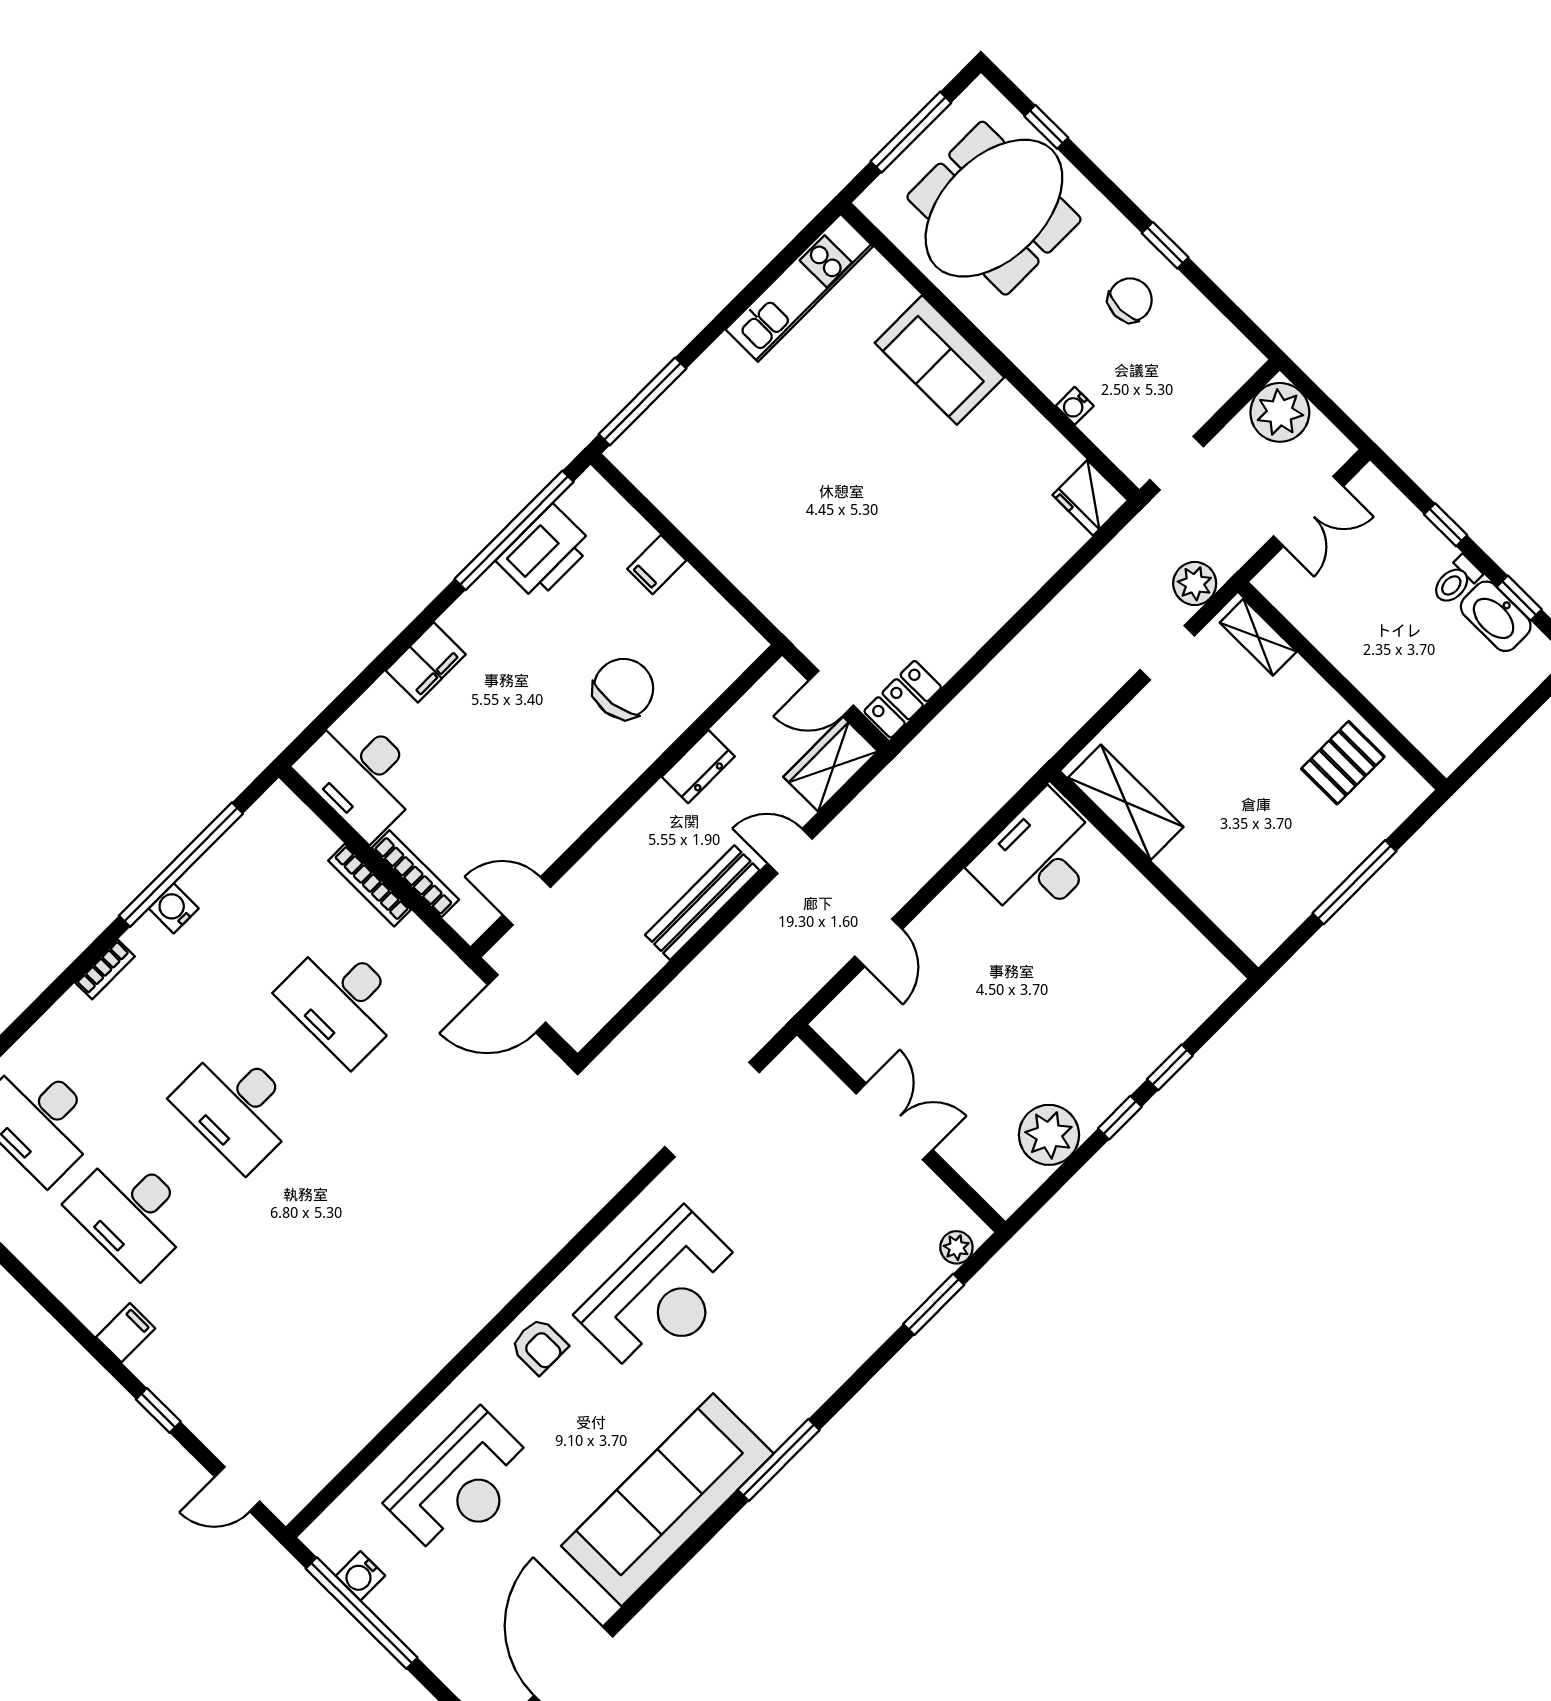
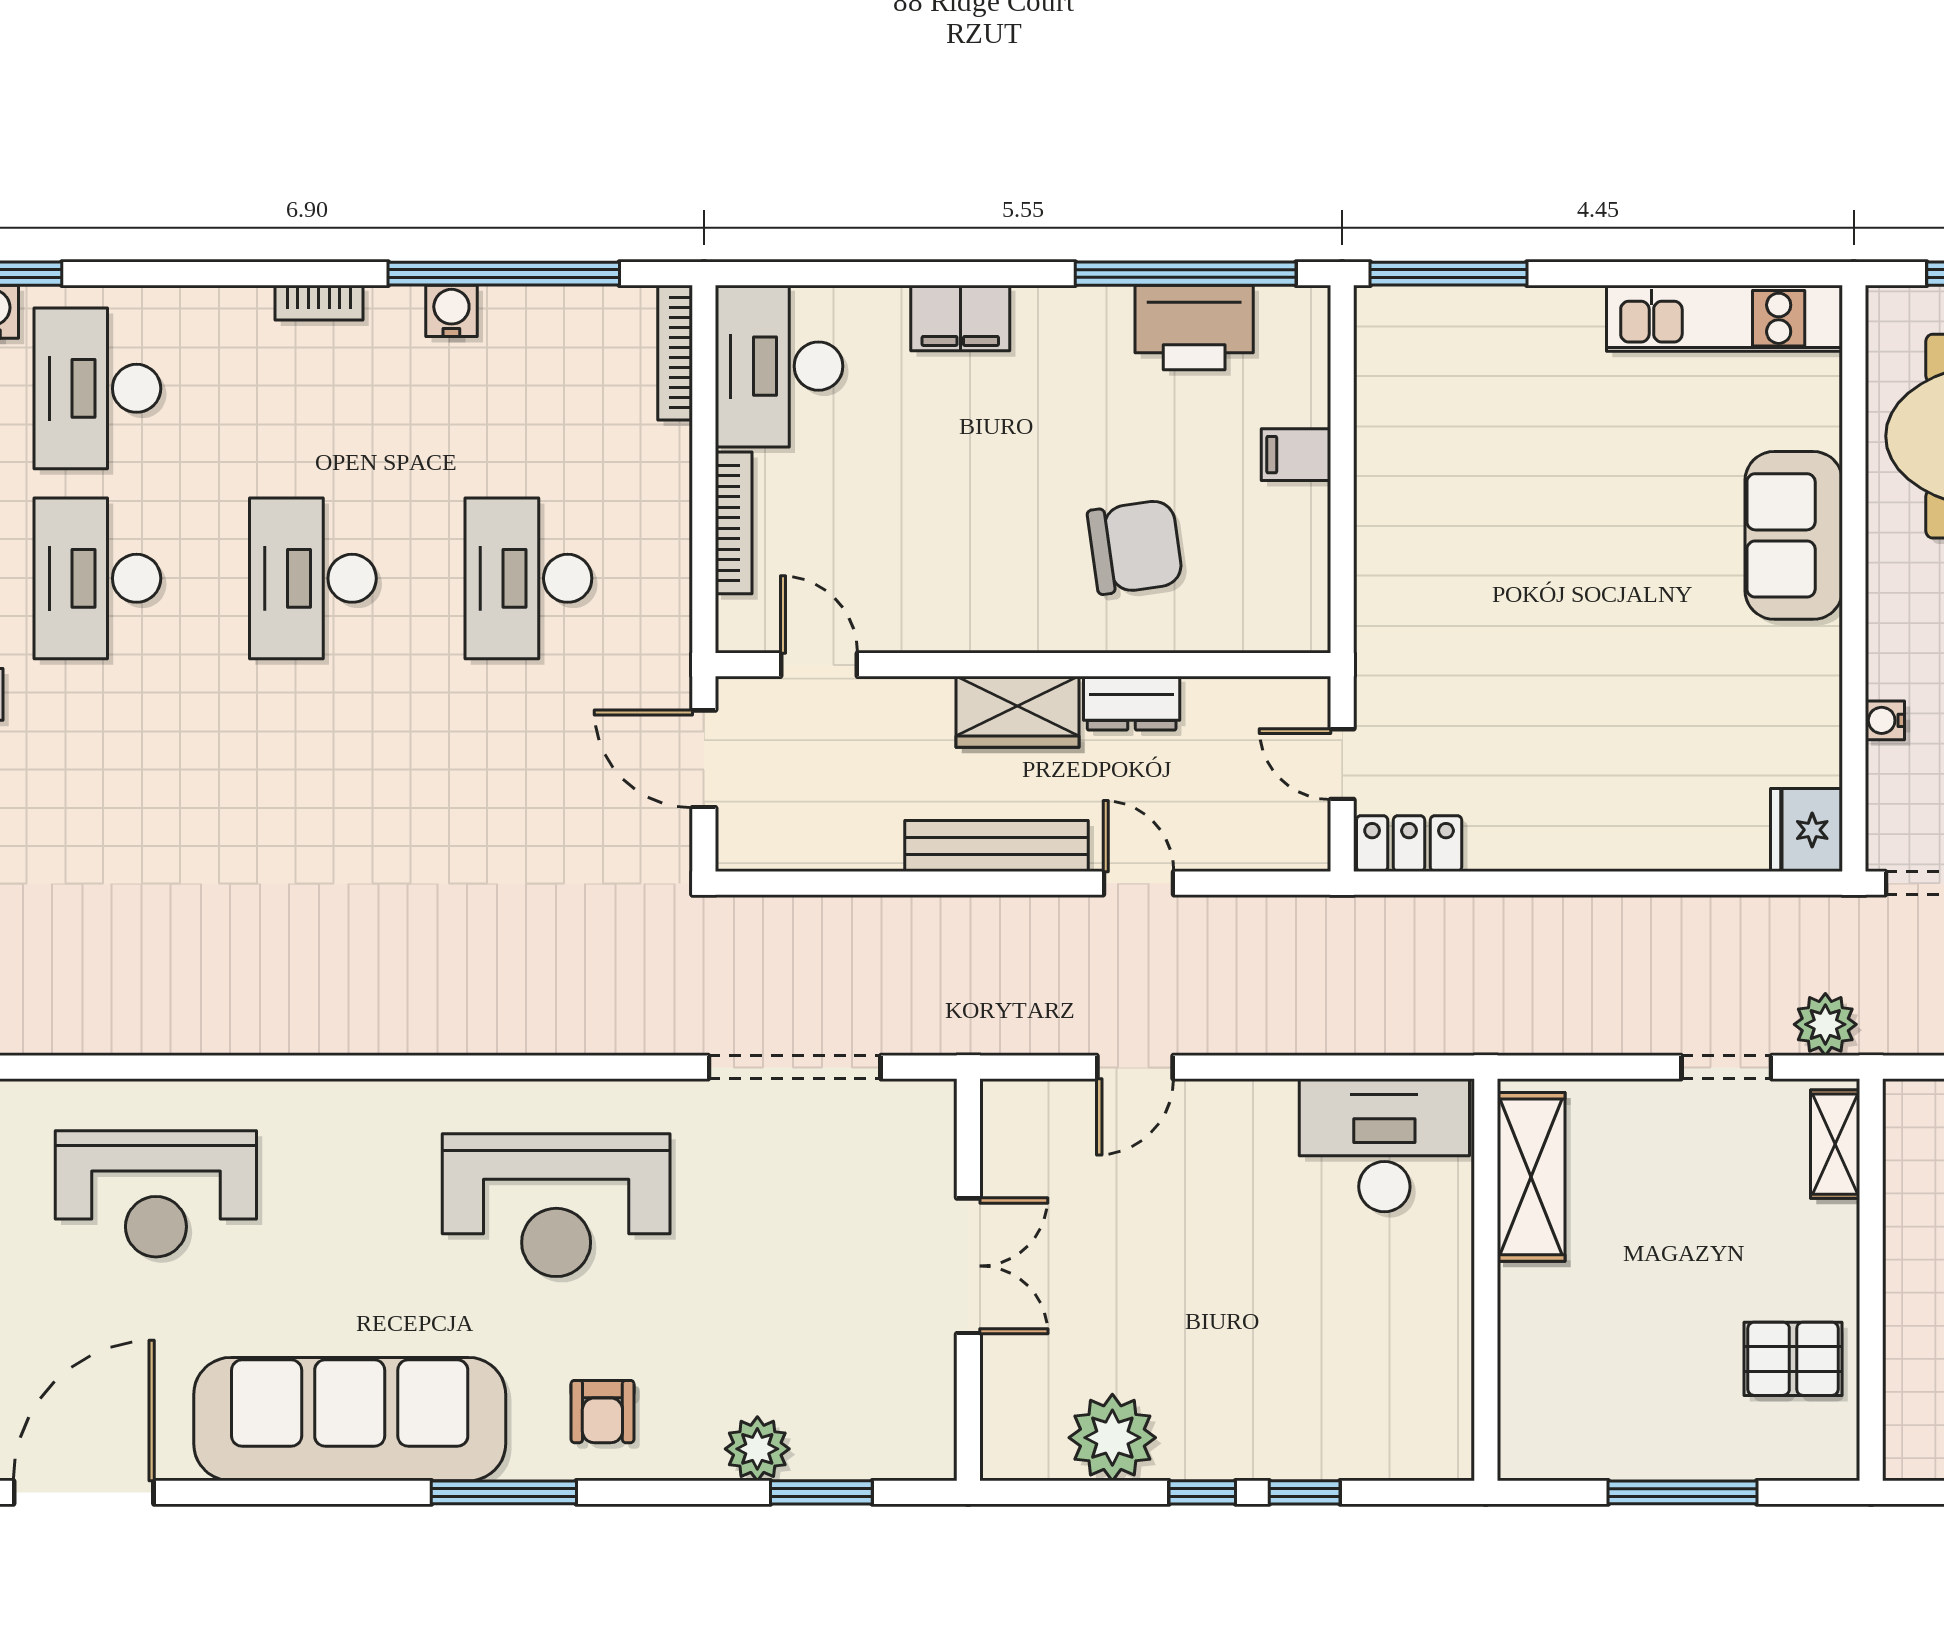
wardrobe: (831, 764) -> (1018, 712), moved, turned 180
bookcase: (370, 885) -> (675, 353), moved
plant: (956, 1247) -> (757, 1449), moved, width x1.38, depth x1.38
armchair: (539, 1346) -> (602, 1412), moved

